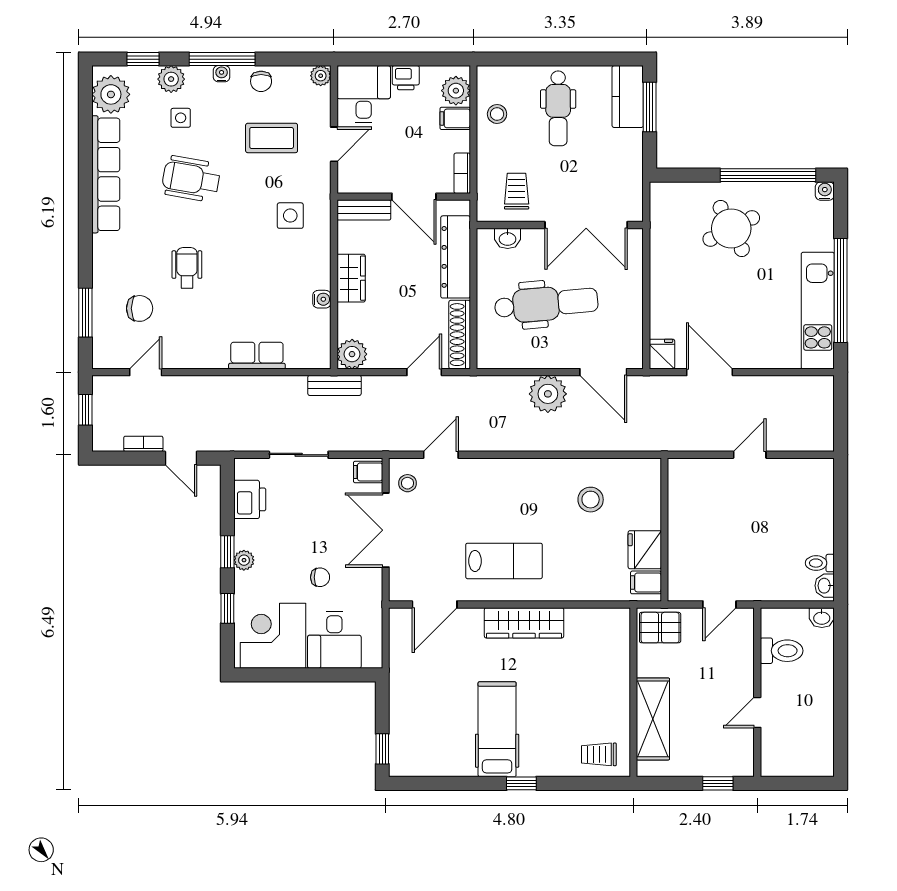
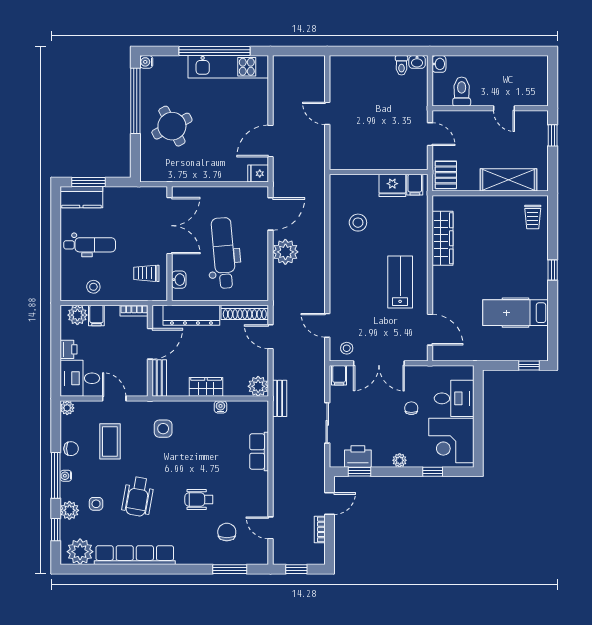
window: (227, 552) -> (360, 472), moved
wardrobe: (524, 623) -> (443, 238), moved
hospital bed: (497, 729) -> (516, 313), moved

